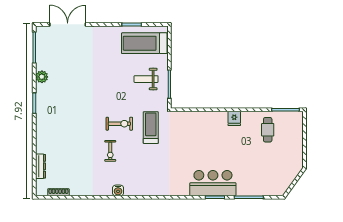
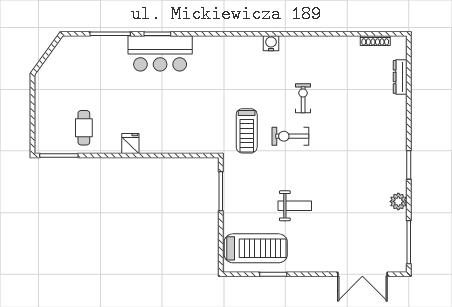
weight bench: (146, 79) -> (295, 206), moved
water cooler: (118, 190) -> (271, 43), moved

